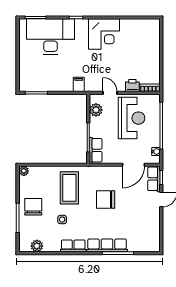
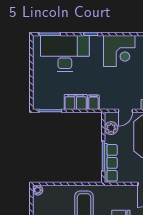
filing cabinet: (61, 84) -> (76, 102), added
door: (110, 93) -> (125, 111), swing flipped
row of seats: (96, 150) -> (111, 163), width x1.48

